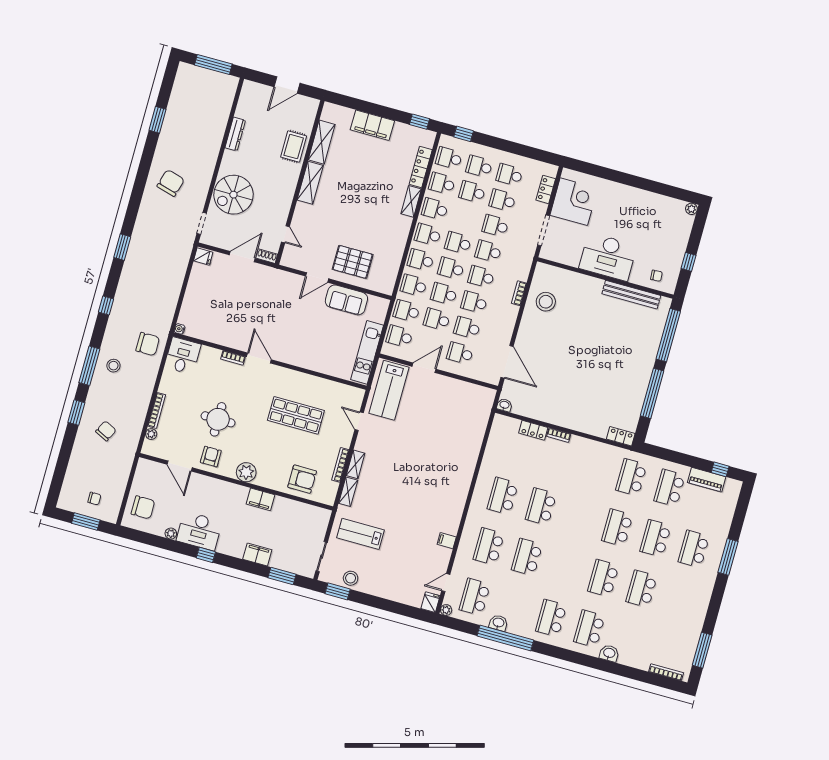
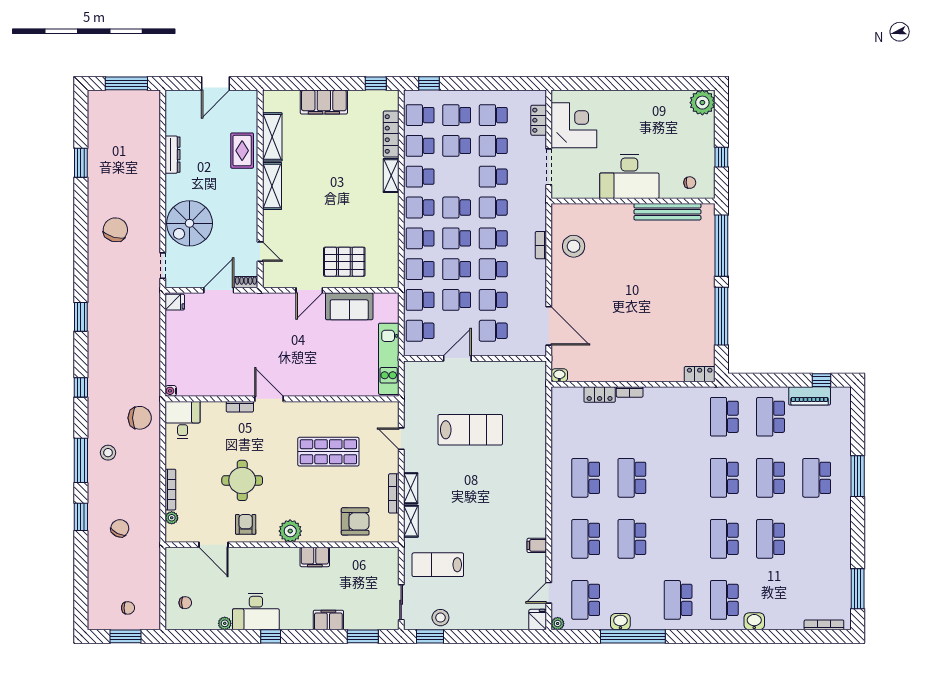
plant: (691, 209) -> (702, 103), width x1.88, depth x1.88
lab bench: (389, 390) -> (470, 430), moved, turned -90
chair: (143, 507) -> (185, 603), width x0.54, depth x0.54

